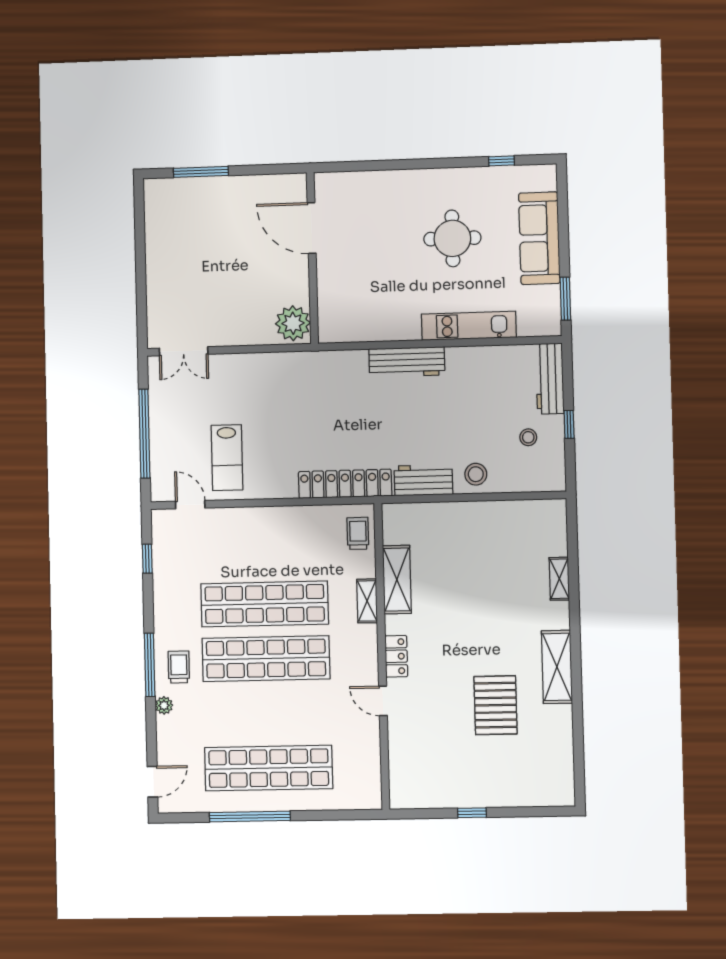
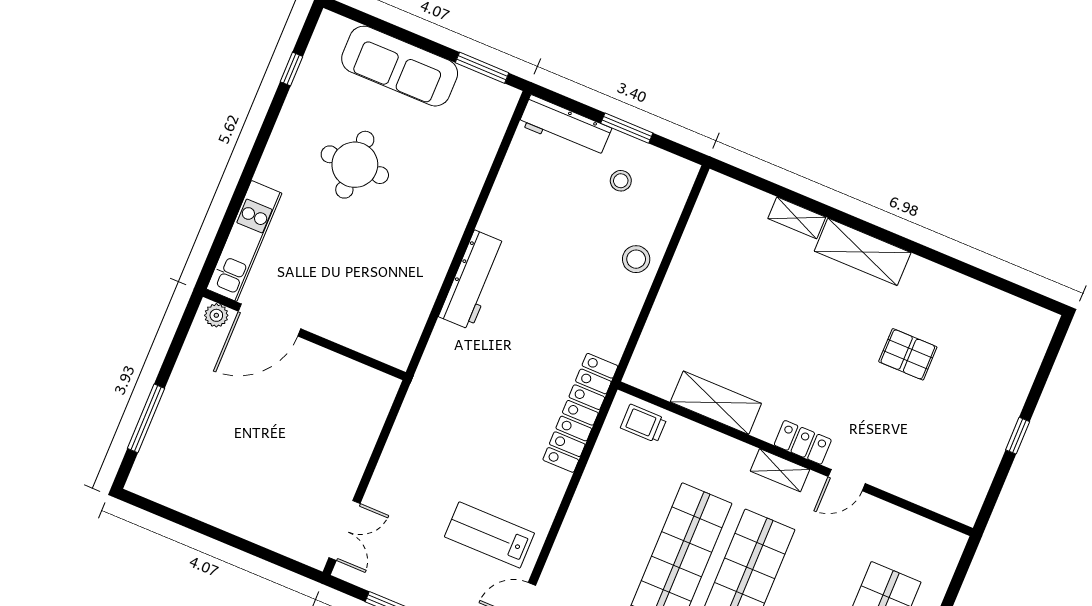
plant: (293, 323) -> (216, 315), moved, width x0.53, depth x0.53
kitchen unit: (469, 326) -> (244, 241), moved, turned 180
window: (569, 424) -> (627, 128), width x1.50
lab bench: (227, 458) -> (489, 535), turned 180
workbench: (423, 480) -> (616, 322), removed
shelving: (367, 601) -> (780, 470), moved
shelving: (557, 667) -> (863, 252), moved
pallet: (496, 705) -> (908, 354), width x0.67, depth x0.71

